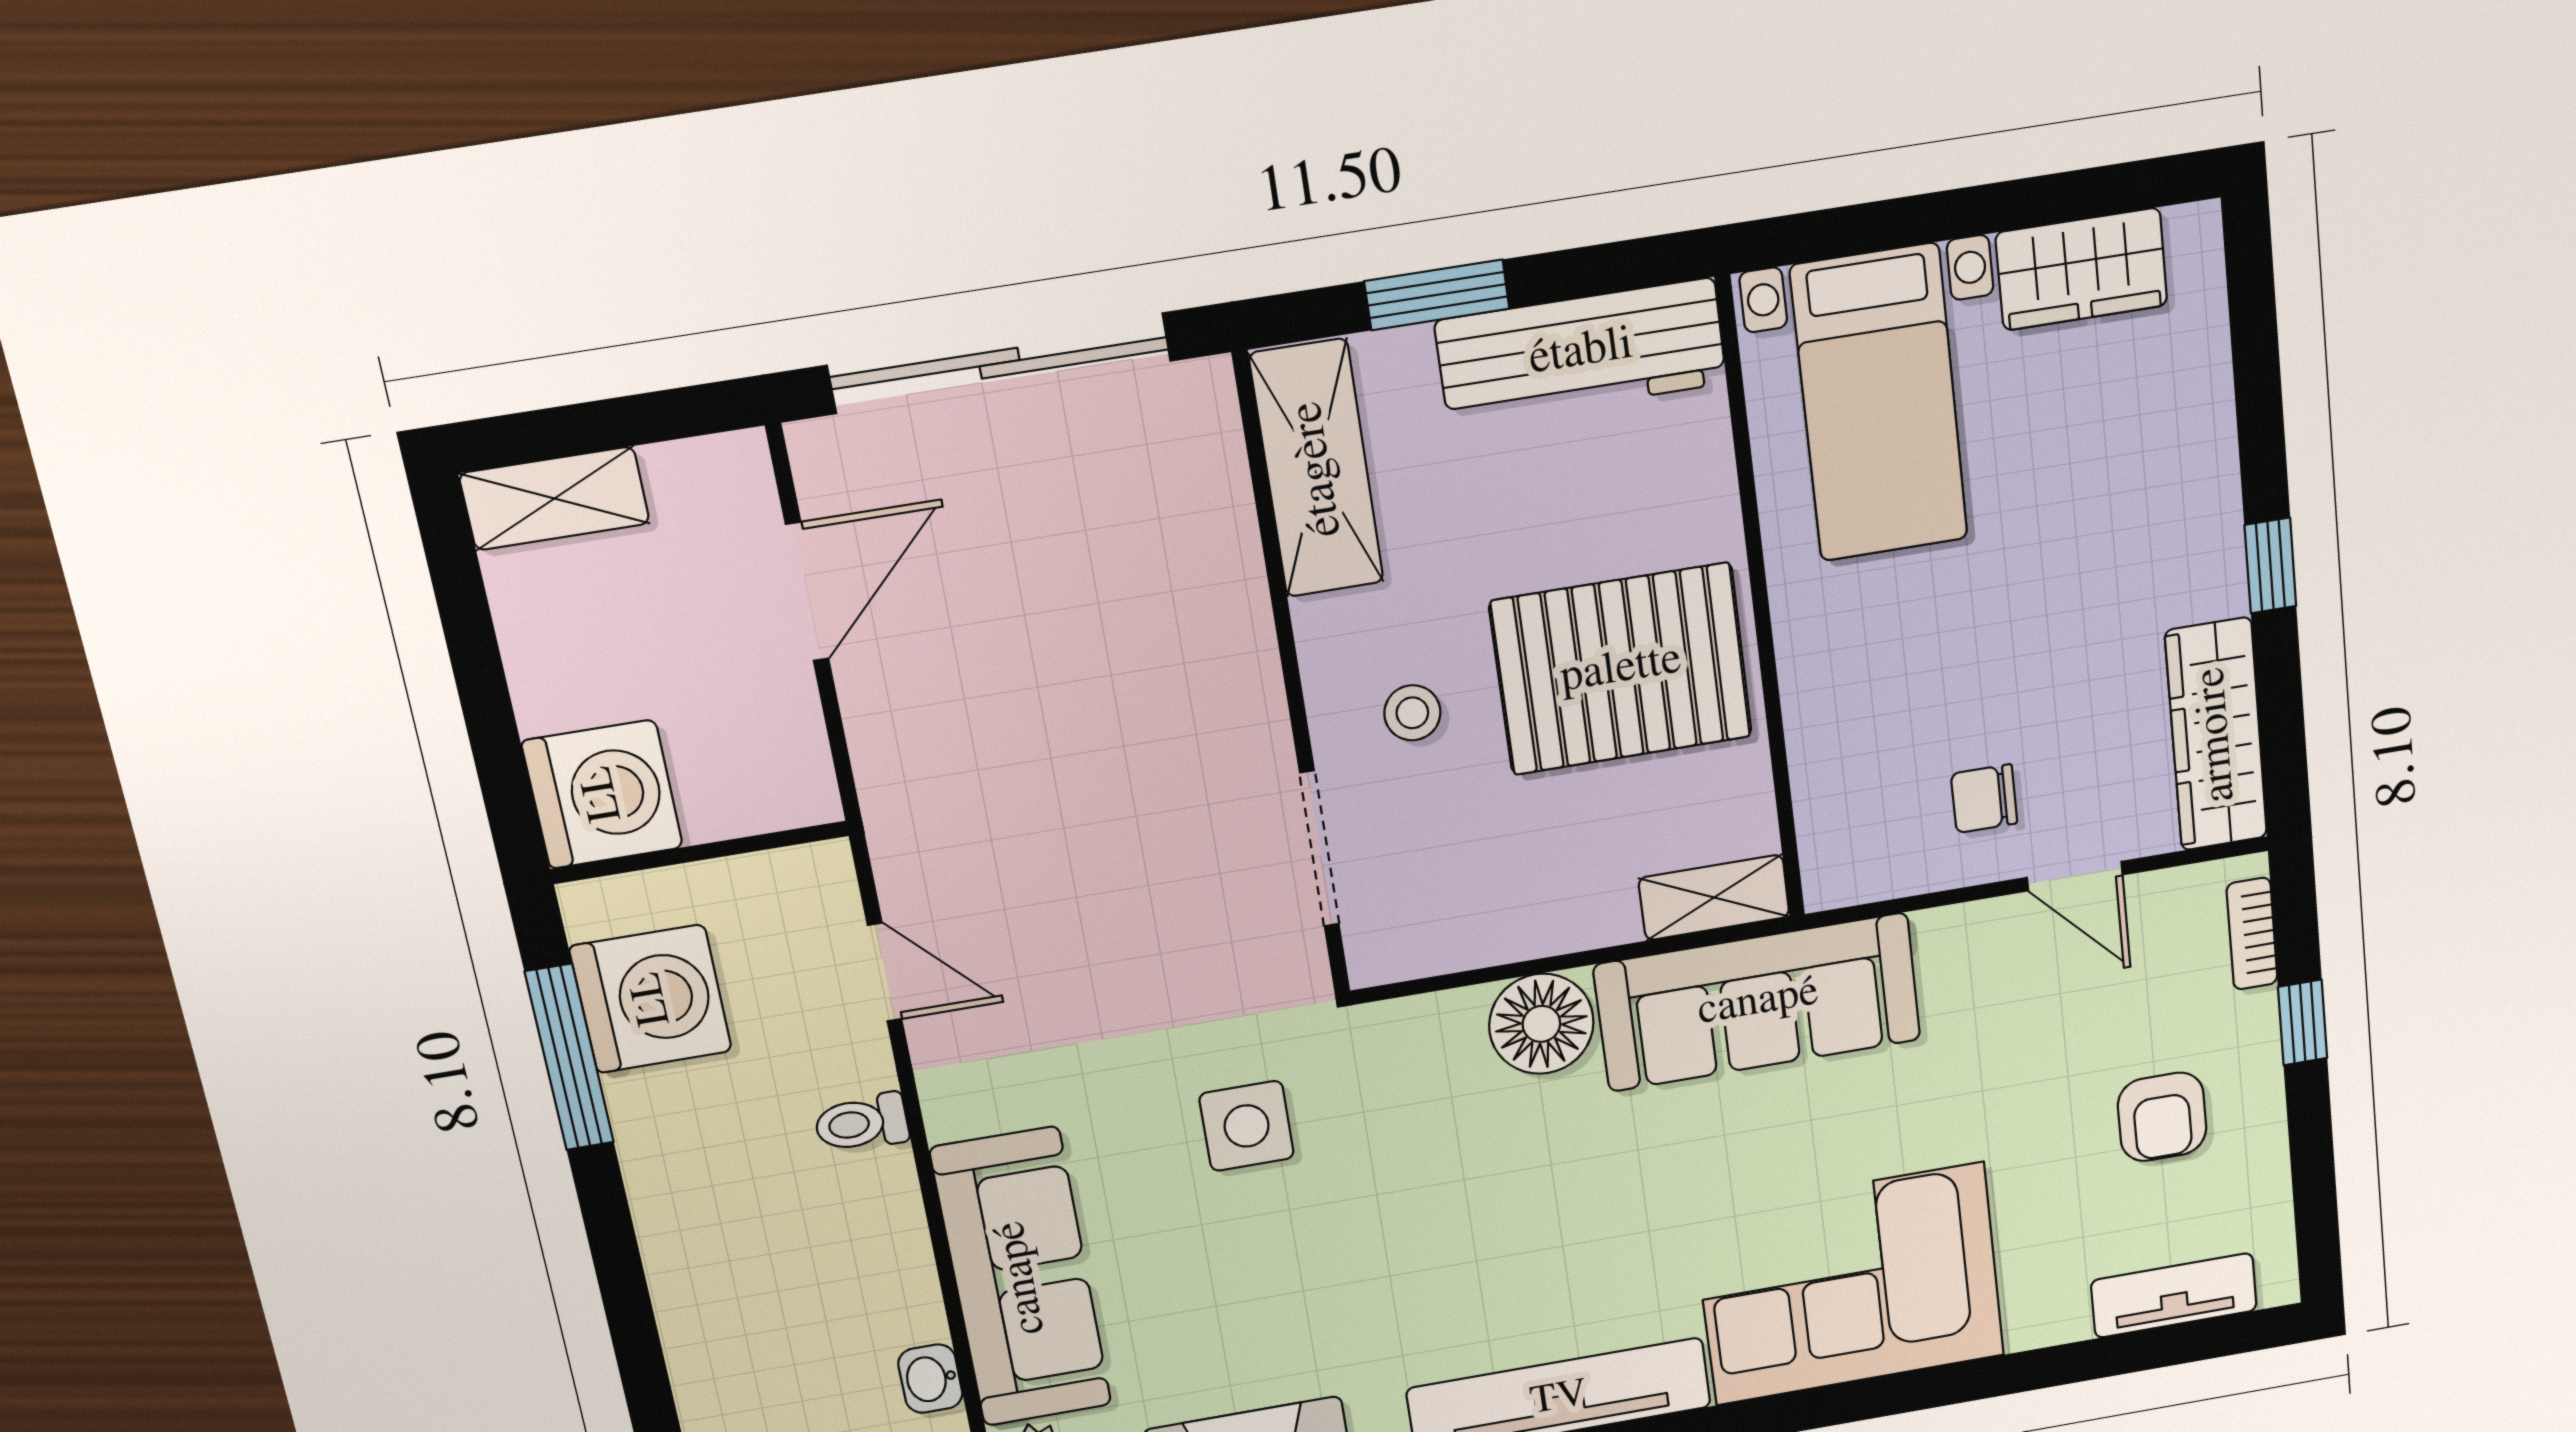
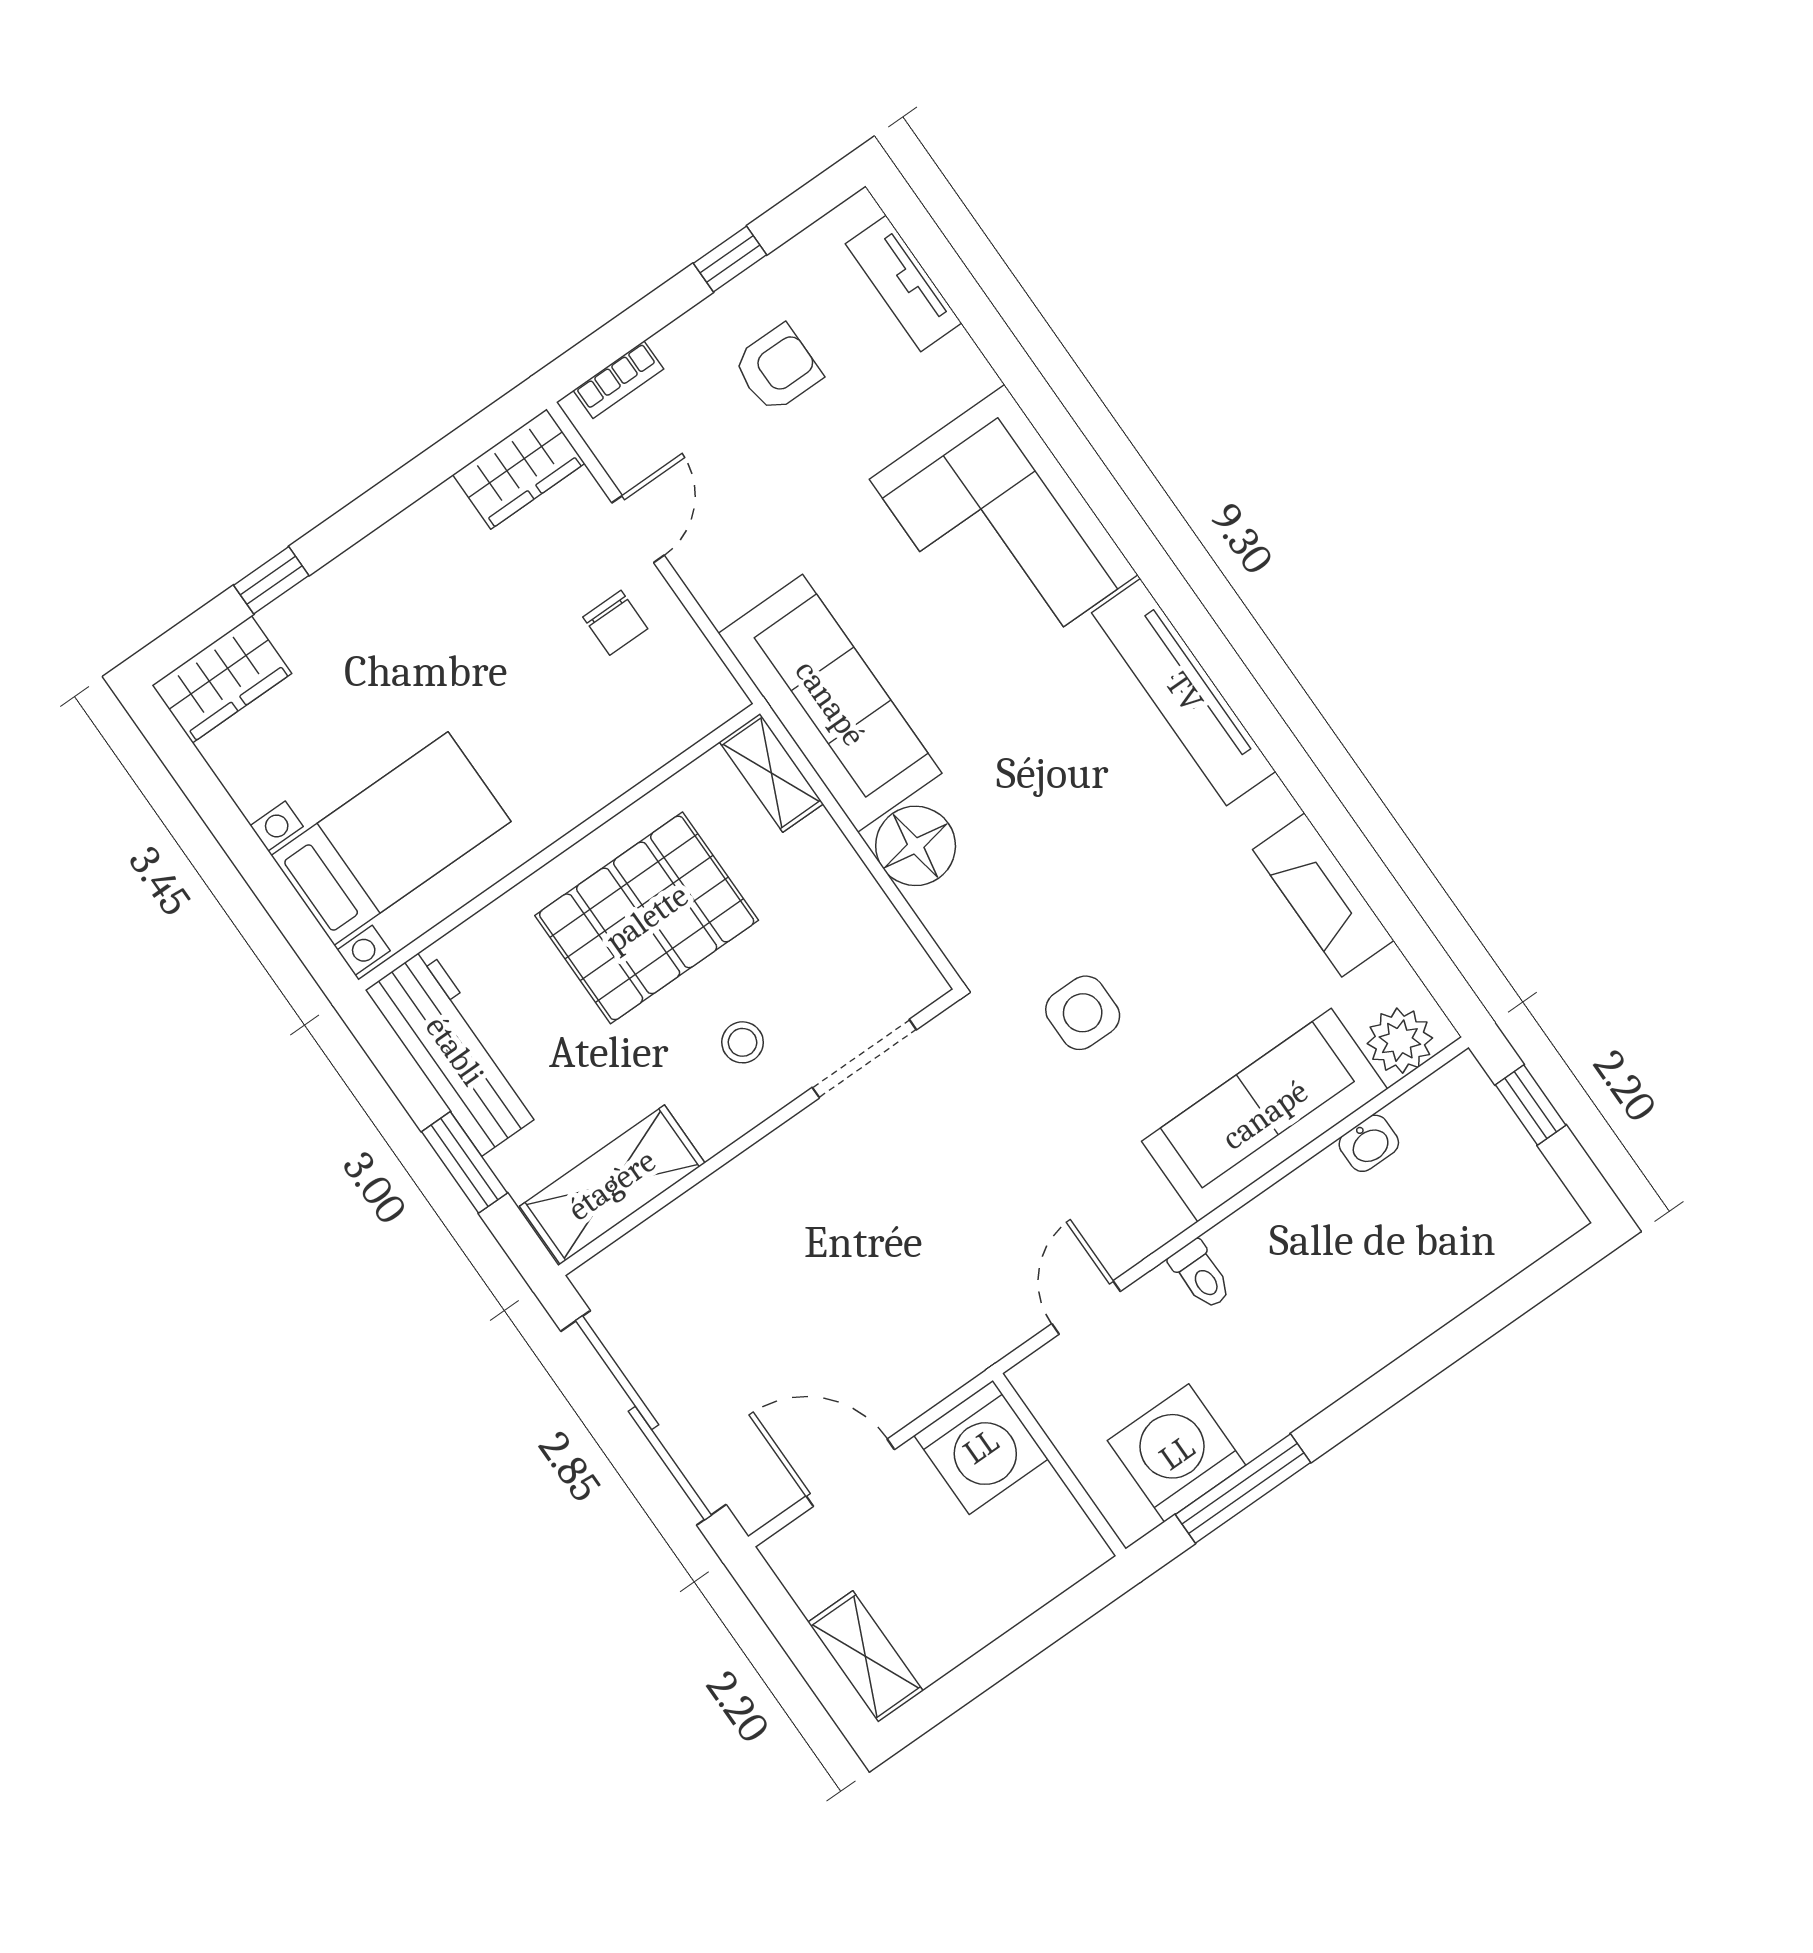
wardrobe: (2082, 269) -> (222, 679), moved, turned 90
window: (2270, 566) -> (271, 580), moved
pallet: (1621, 669) -> (647, 918), turned 90
wardrobe: (2216, 735) -> (519, 469), width x0.67
washing machine: (602, 794) -> (981, 1447), moved, turned 180
window: (2303, 1023) -> (730, 259), moved

